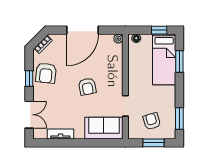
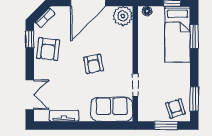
plant: (118, 39) -> (123, 16), width x1.88, depth x1.88
window: (29, 78) -> (30, 39), moved
armchair: (152, 121) -> (176, 108), moved

